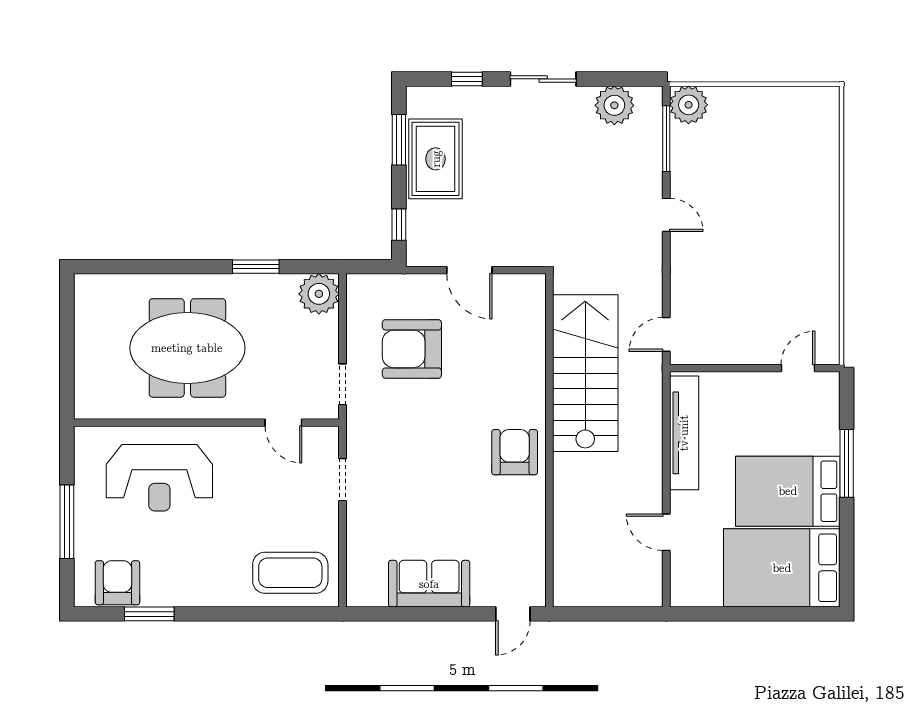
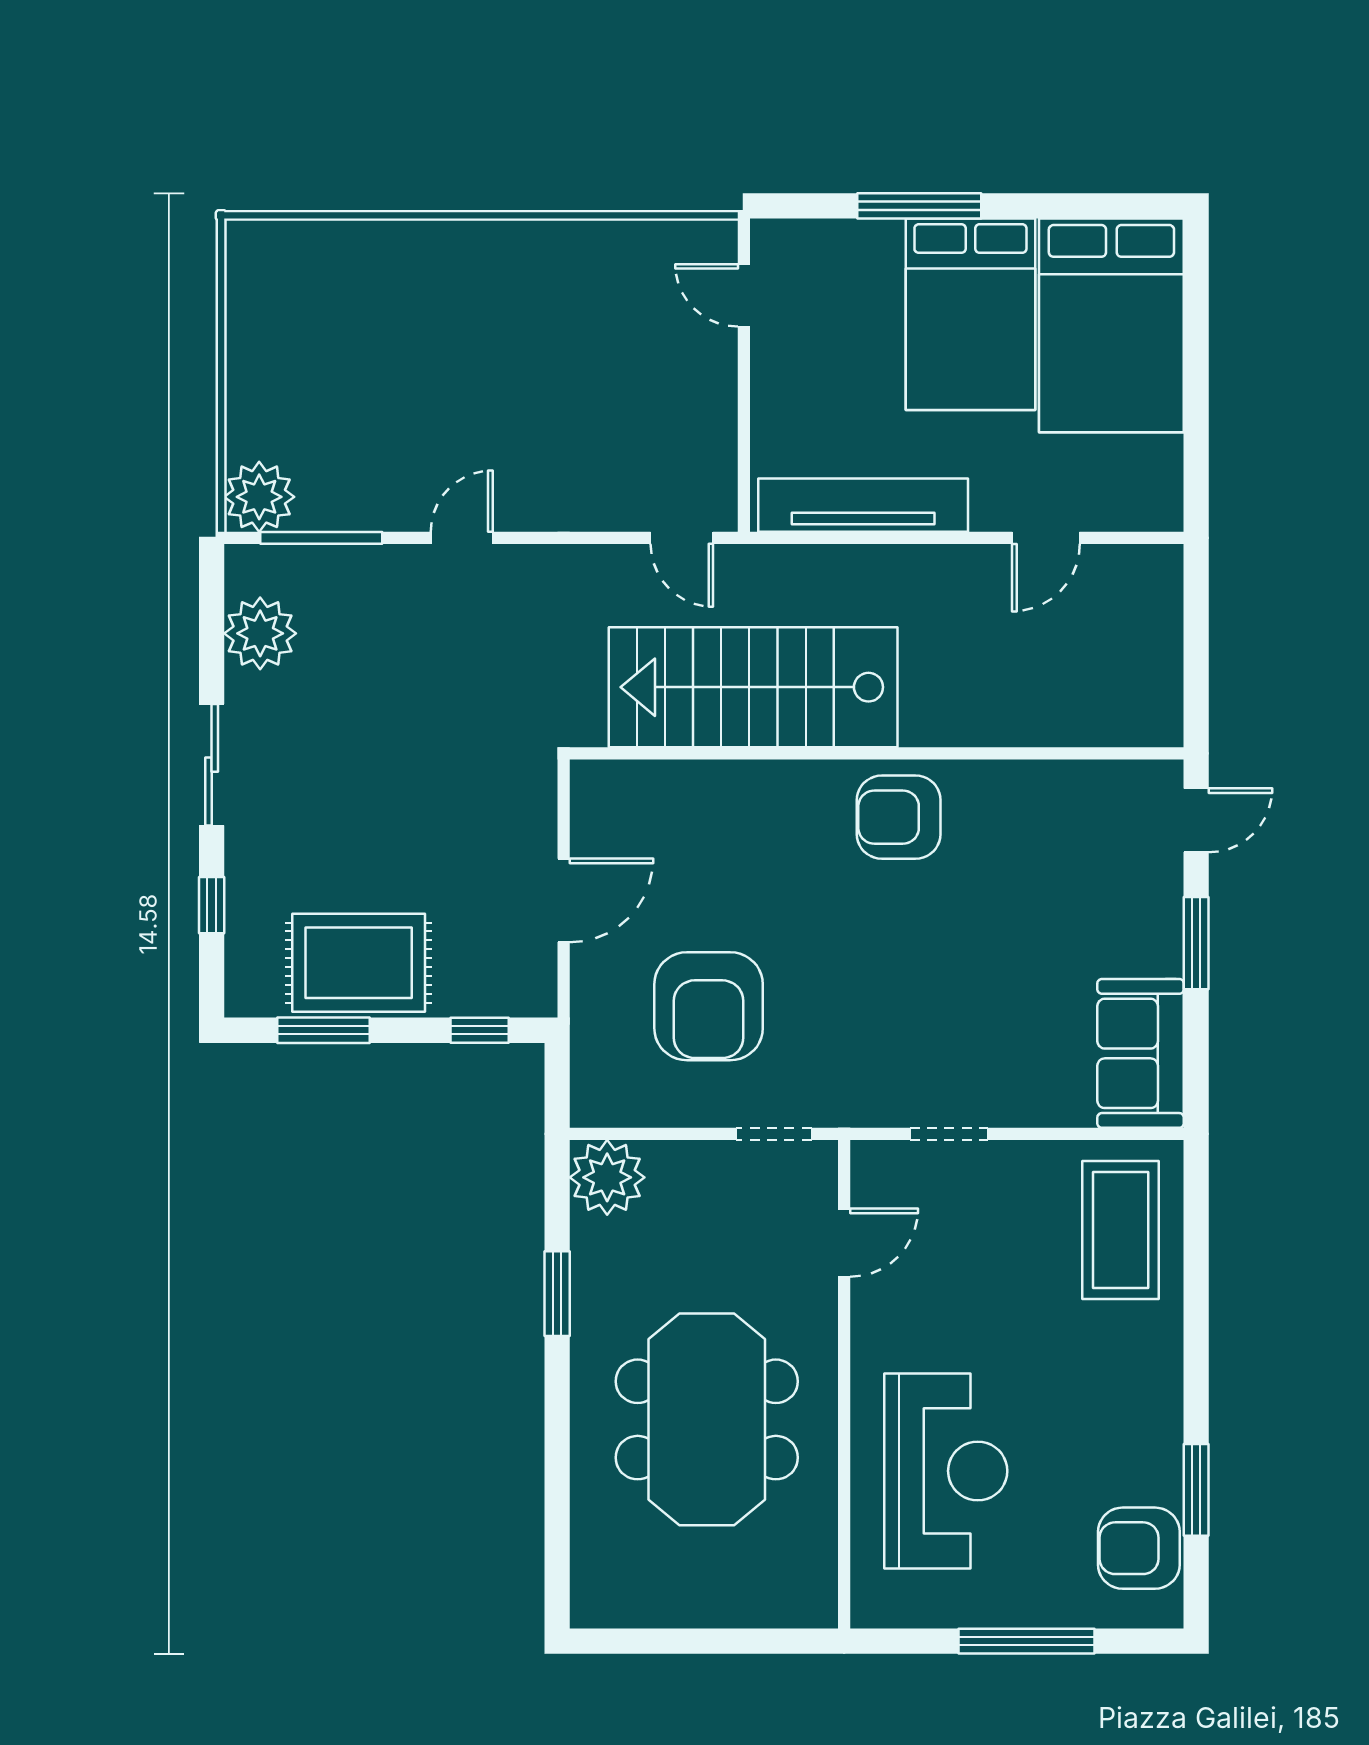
sofa: (429, 584) -> (1141, 1053), moved
window: (446, 614) -> (1196, 943), added
door: (513, 614) -> (1196, 820), hinge flipped

